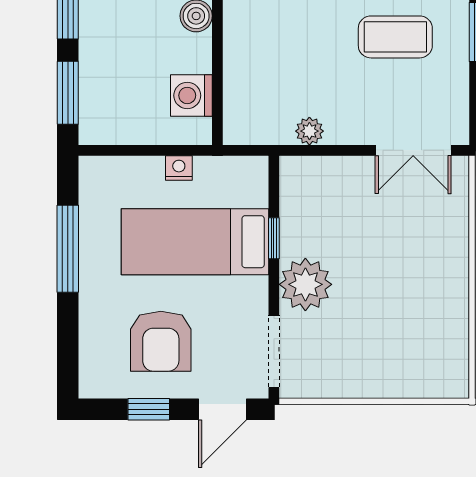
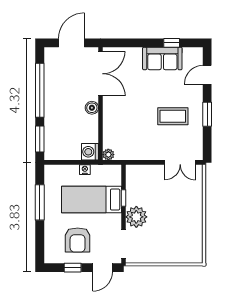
washing machine: (191, 95) -> (90, 152), moved
plant: (309, 131) -> (108, 155), moved

